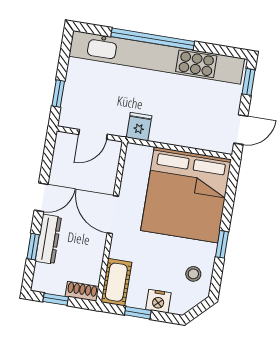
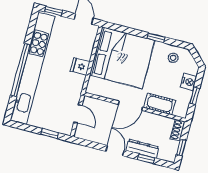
fridge: (139, 127) -> (80, 66), moved
cot: (116, 282) -> (160, 104), moved

